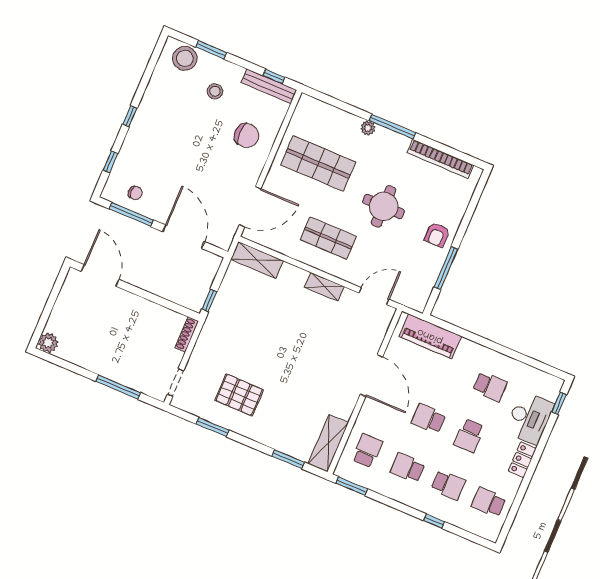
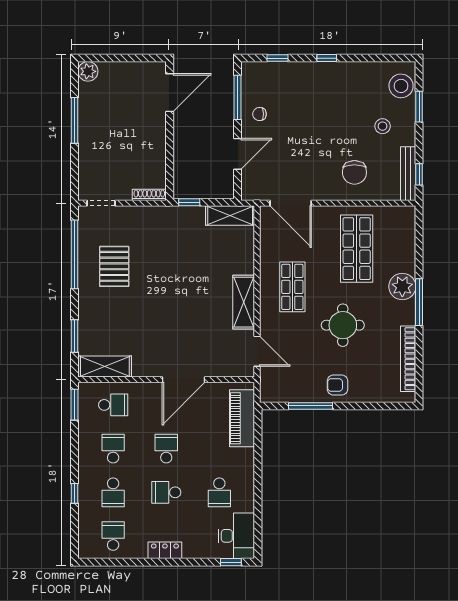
plant: (368, 128) -> (402, 287), width x1.88, depth x1.88
chair: (135, 193) -> (259, 114), moved, turned 90
door: (184, 237) -> (238, 154), width x0.73
shelving: (257, 260) -> (230, 216), moved, turned 90
shelving: (324, 287) -> (244, 302), width x1.50, depth x1.33
window: (118, 387) -> (75, 120), moved
desk: (530, 418) -> (237, 536), moved, turned -90
window: (213, 427) -> (75, 254), width x2.11

